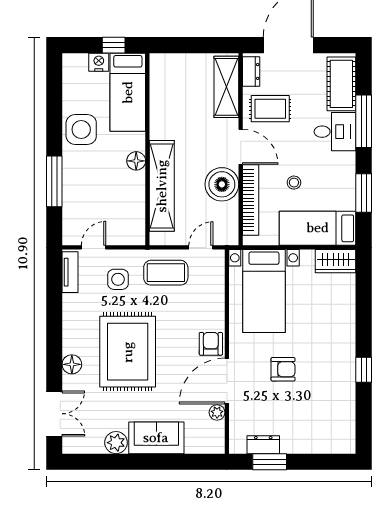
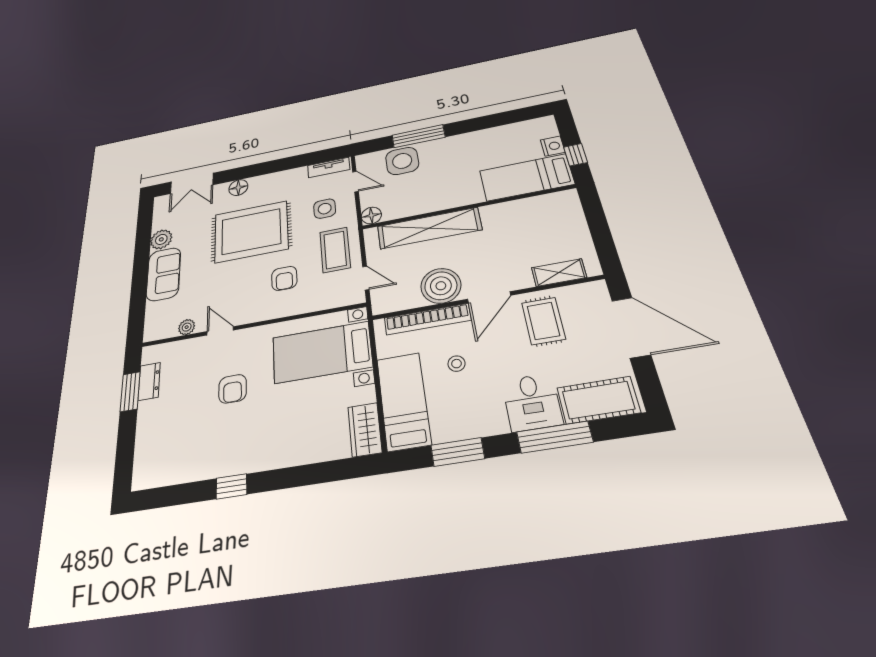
dresser: (251, 71) -> (584, 292), removed
shelving: (226, 87) -> (559, 272), width x0.67, depth x0.75
side table: (81, 129) -> (402, 161), moved
floor lamp: (136, 161) -> (371, 215), moved
armchair: (211, 344) -> (284, 278), moved, turned 90
door: (227, 381) -> (220, 331), width x0.53

